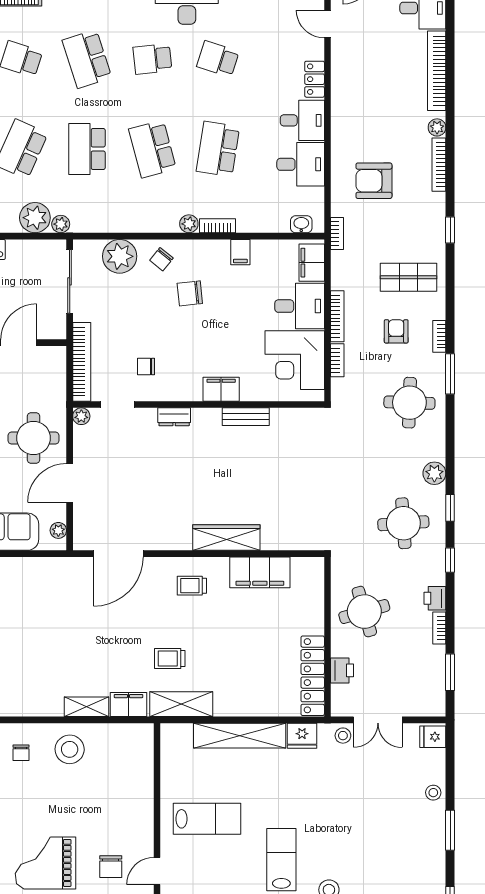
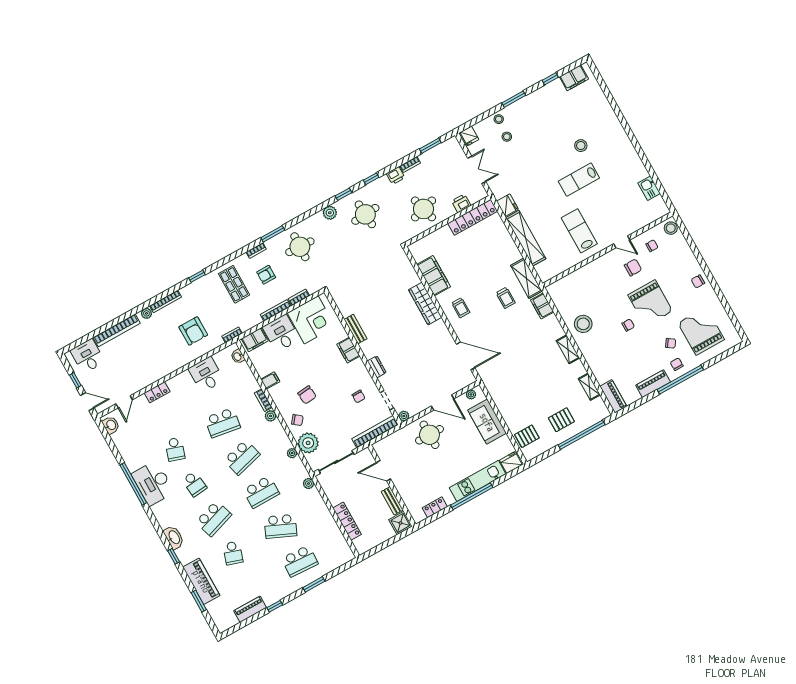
desk: (302, 120) -> (182, 387), removed
plant: (35, 218) -> (292, 453), moved, width x0.53, depth x0.53
shelving: (86, 707) -> (568, 349), moved
stool: (343, 736) -> (507, 137), moved
chair: (21, 753) -> (628, 325), moved

